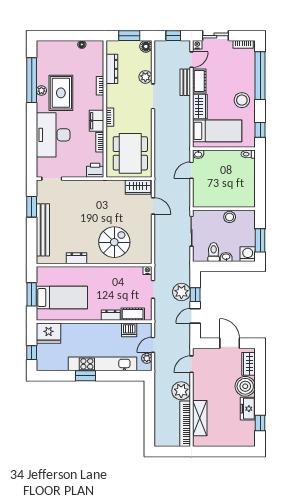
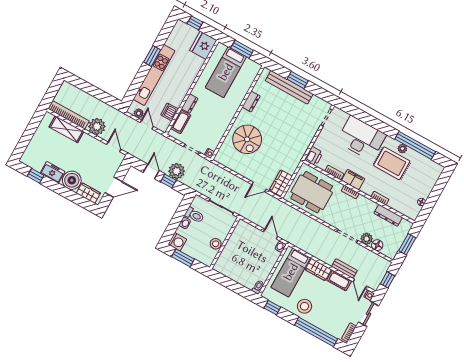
floor lamp: (146, 46) -> (377, 245), moved
window: (32, 207) -> (298, 80), moved

